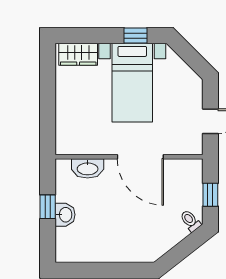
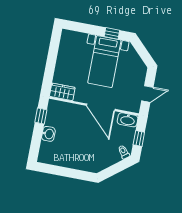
wardrobe: (78, 54) -> (62, 92), moved, turned 180
washbasin: (88, 168) -> (128, 120), moved
window: (48, 207) -> (41, 116), moved

